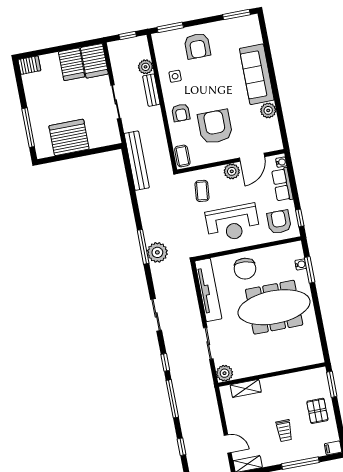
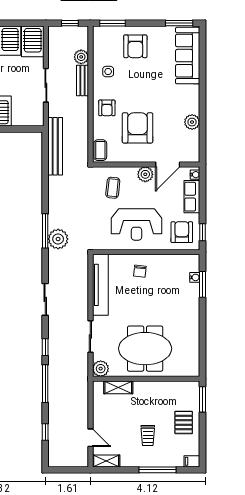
sofa: (257, 74) -> (188, 56), moved
chair: (245, 269) -> (140, 271), width x0.54, depth x0.54
meeting table: (274, 307) -> (145, 349), moved, width x0.73

